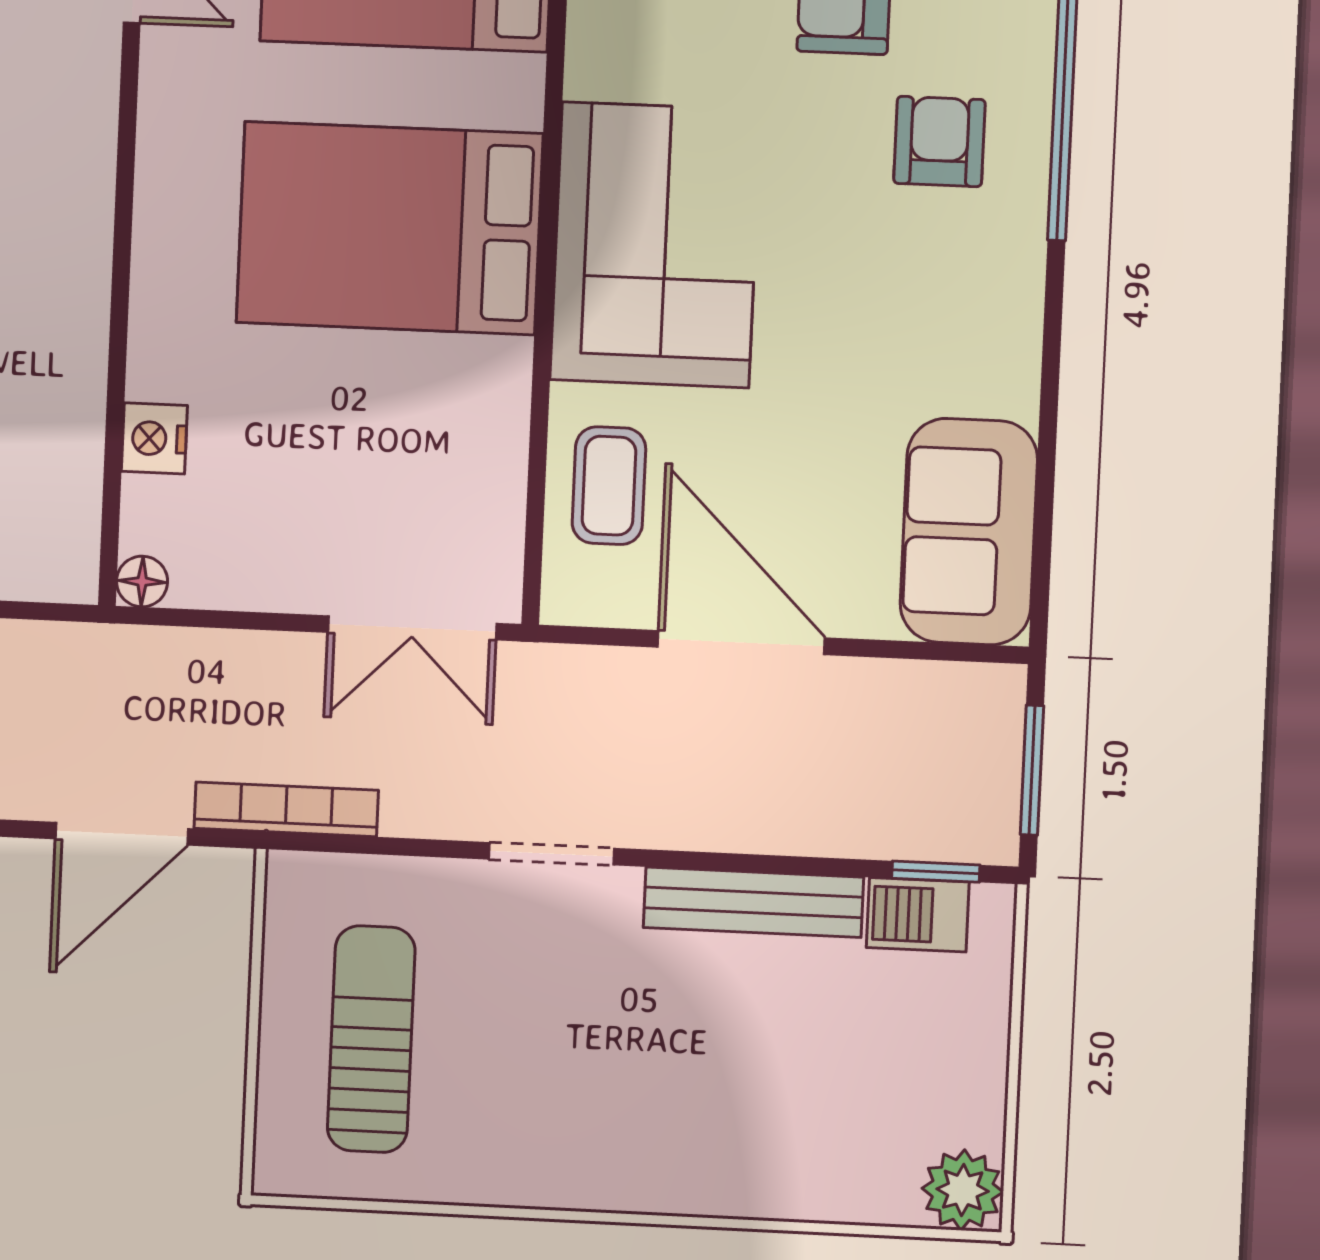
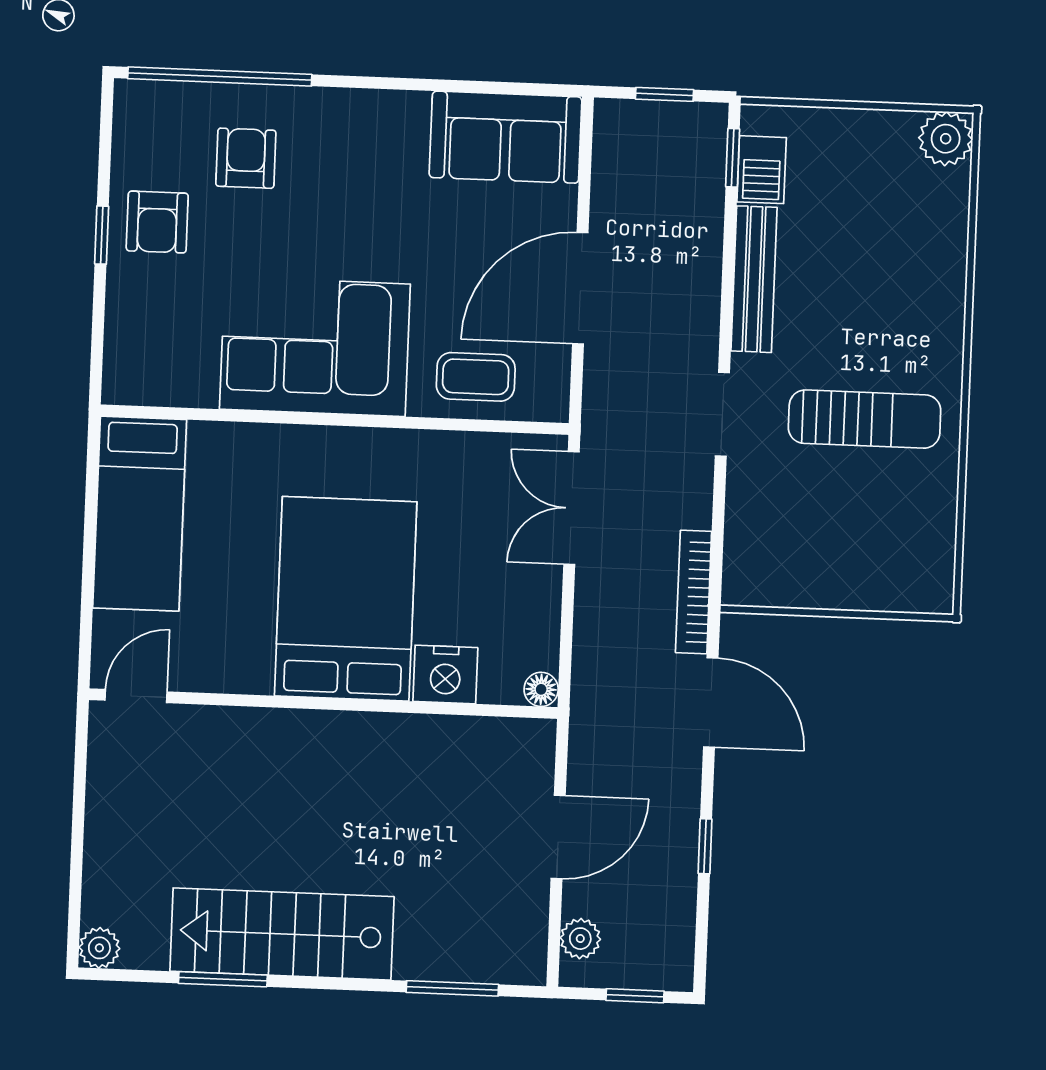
armchair: (939, 141) -> (246, 158), turned 90
bed: (390, 228) -> (346, 599), moved, turned 180
nightstand: (154, 438) -> (445, 674), width x1.36, depth x1.33
double door: (412, 628) -> (571, 508), swing flipped
window: (1032, 770) -> (664, 94), width x0.67
sun lounger: (371, 1039) -> (865, 419), moved, turned 180

